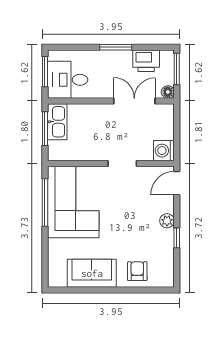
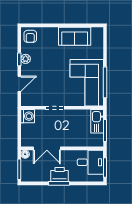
printer: (146, 61) -> (60, 175), moved
kitchen sink: (57, 122) -> (97, 121), moved
door: (177, 183) -> (19, 84), moved
plant: (167, 221) -> (26, 59), moved
armchair: (137, 271) -> (30, 36), moved

